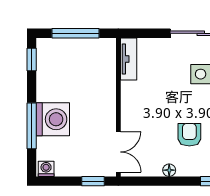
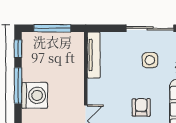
tv unit: (129, 59) -> (94, 55), width x1.41
window: (32, 126) -> (18, 86), moved

